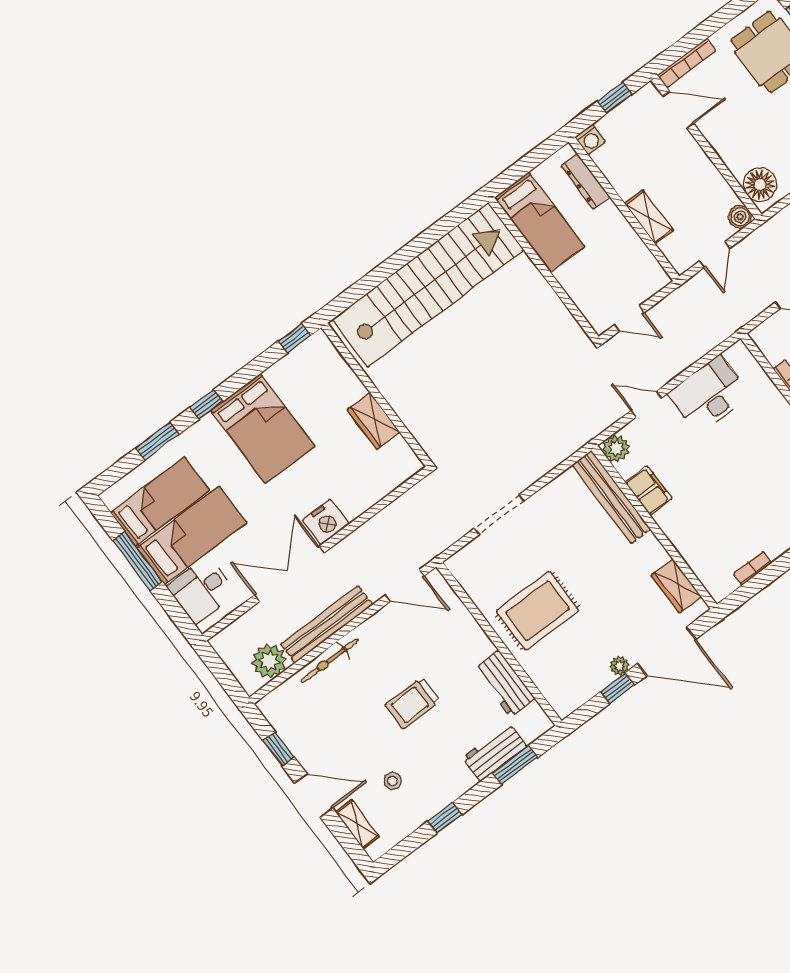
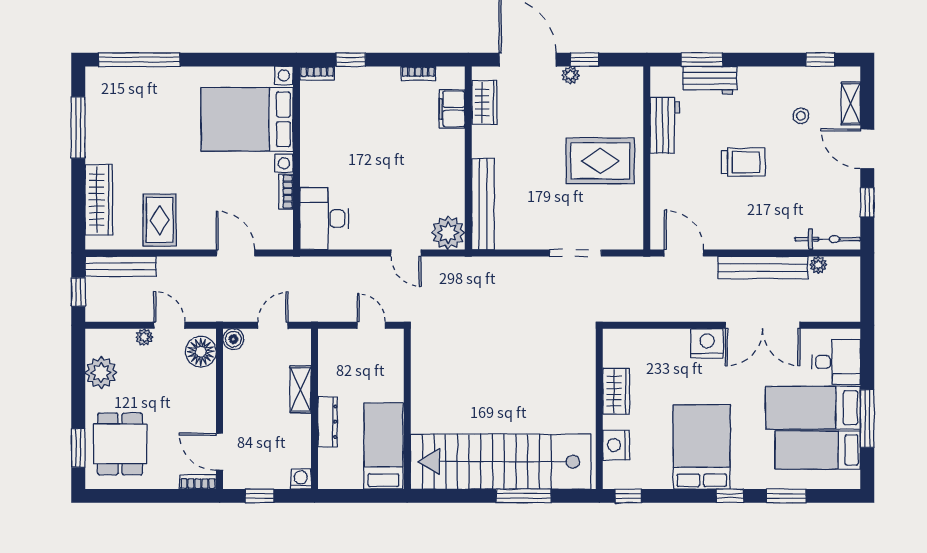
bookcase: (687, 63) -> (198, 482), width x0.64
dresser: (585, 181) -> (328, 422), moved
window: (386, 270) -> (524, 496), added
nightstand: (338, 374) -> (616, 445), added
desk: (709, 395) -> (324, 219), moved, turned 90
plant: (616, 448) -> (448, 233), width x1.36, depth x1.36
filing cabinet: (649, 490) -> (452, 109), moved
plant: (269, 661) -> (818, 265), width x0.53, depth x0.53
bicycle: (330, 661) -> (828, 239), moved
window: (445, 818) -> (820, 60), moved

